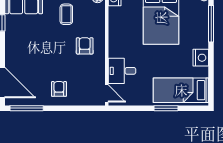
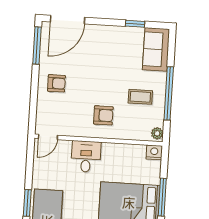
desk: (122, 71) -> (86, 157), moved

